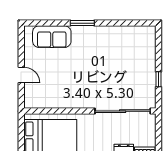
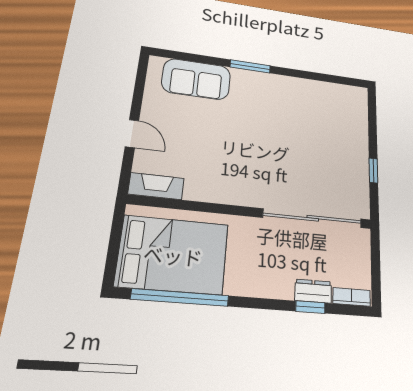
fireplace: (38, 103) -> (156, 186), added

